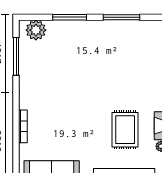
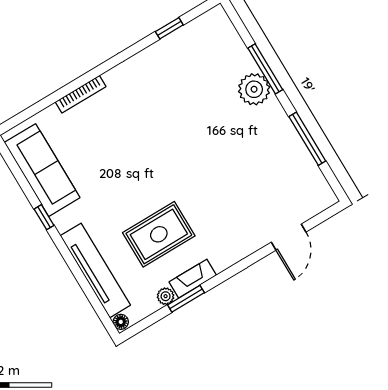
plant: (36, 30) -> (254, 89), moved
window: (16, 56) -> (169, 28), width x0.46

